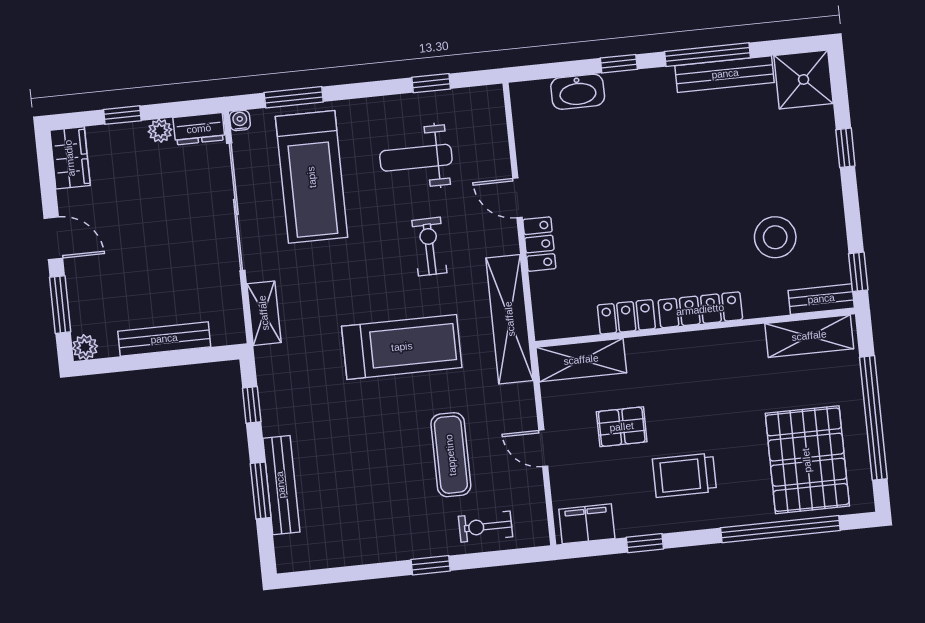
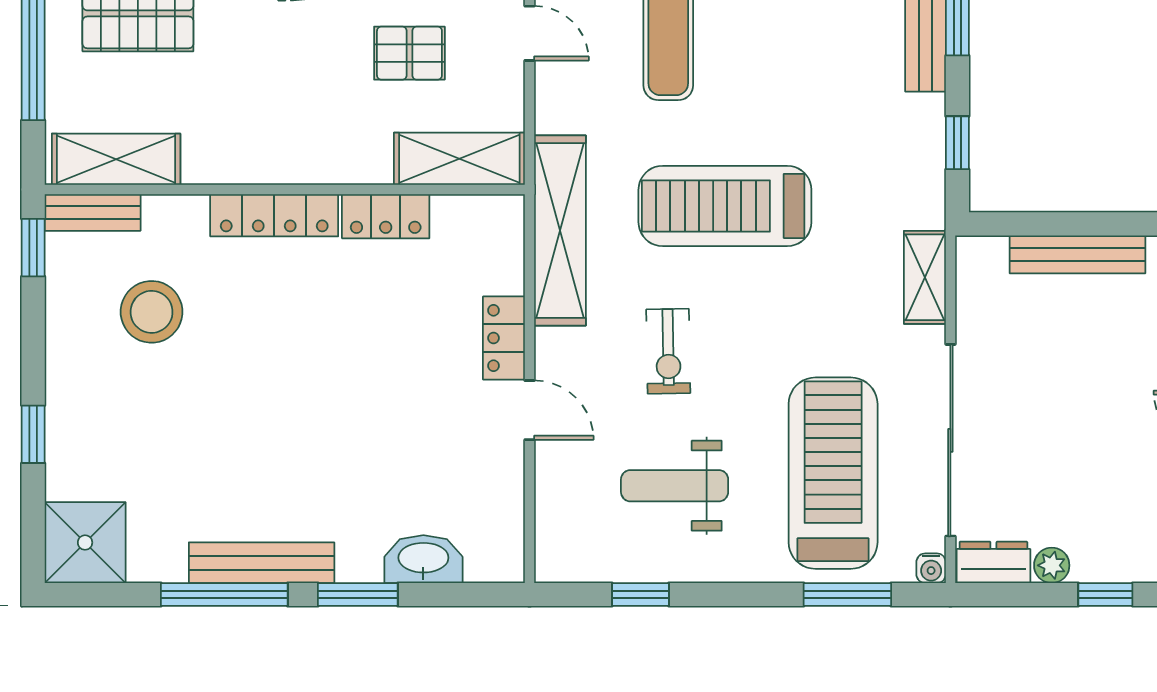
window: (619, 64) -> (358, 594), width x1.50
bench: (725, 74) -> (262, 563), moved
weight bench: (416, 158) -> (675, 486), turned 180

